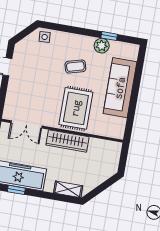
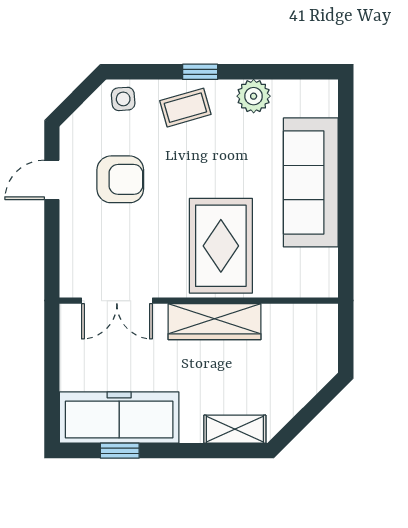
window: (109, 36) -> (200, 72), moved
coffee table: (75, 67) -> (185, 108), moved
armchair: (37, 72) -> (120, 179), added

